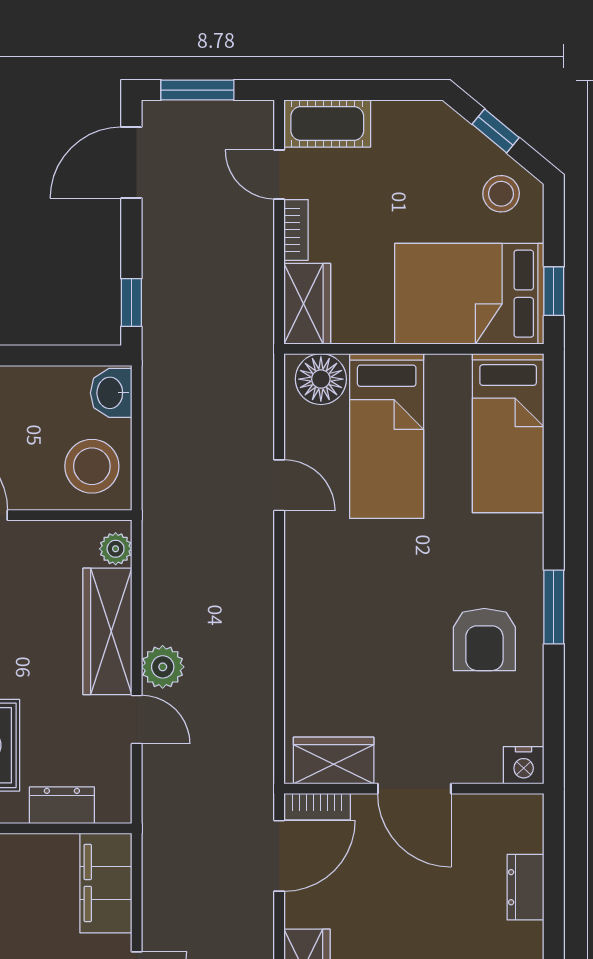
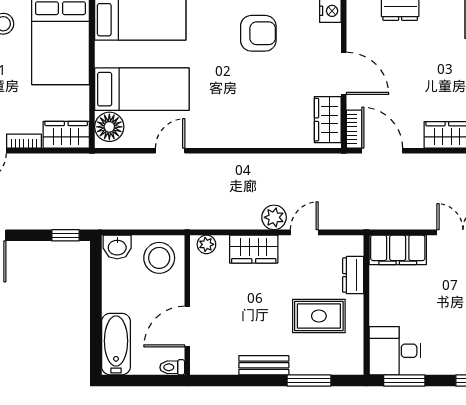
wardrobe: (107, 631) -> (254, 249), width x0.67
door: (414, 789) -> (344, 73), hinge flipped

